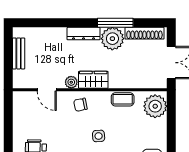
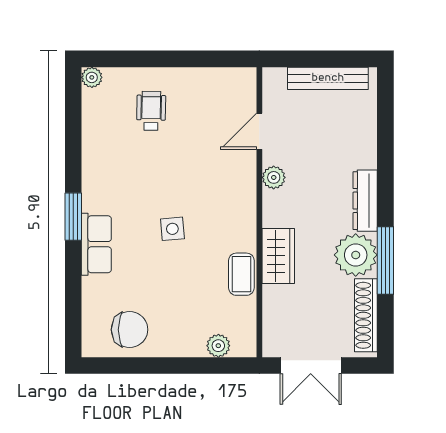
bench: (19, 53) -> (328, 78), width x1.36
wardrobe: (93, 80) -> (278, 256), moved
chair: (80, 105) -> (231, 195), removed
plant: (155, 106) -> (218, 346), width x0.53, depth x0.53

